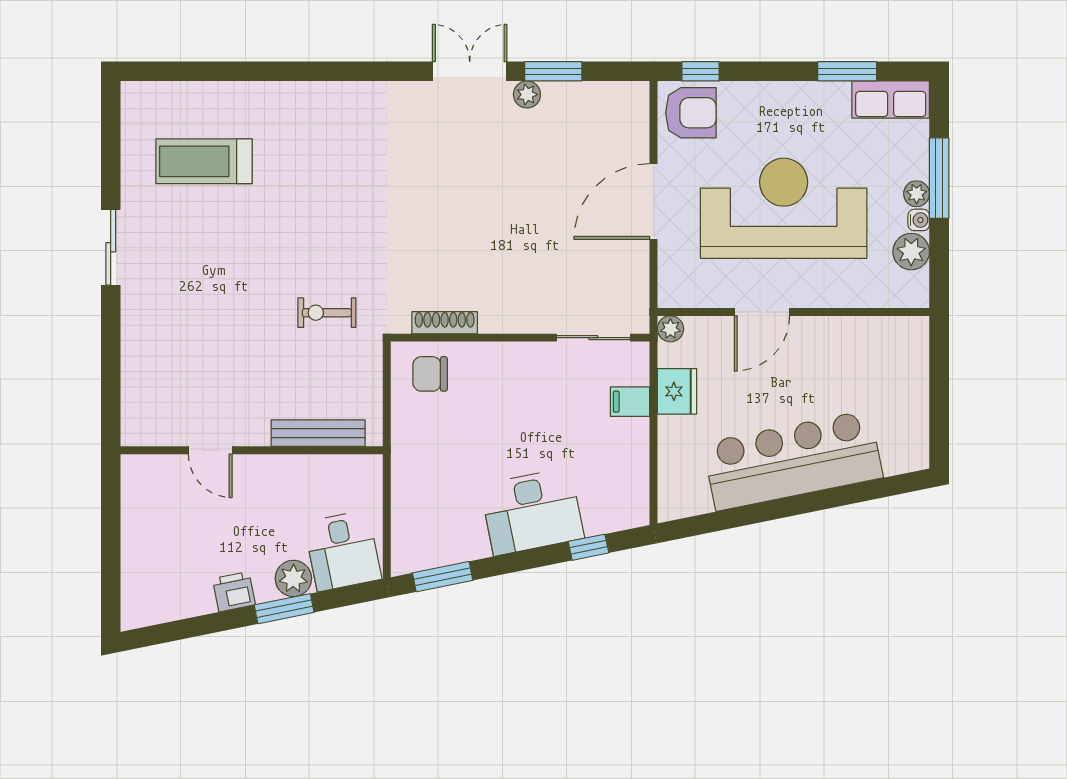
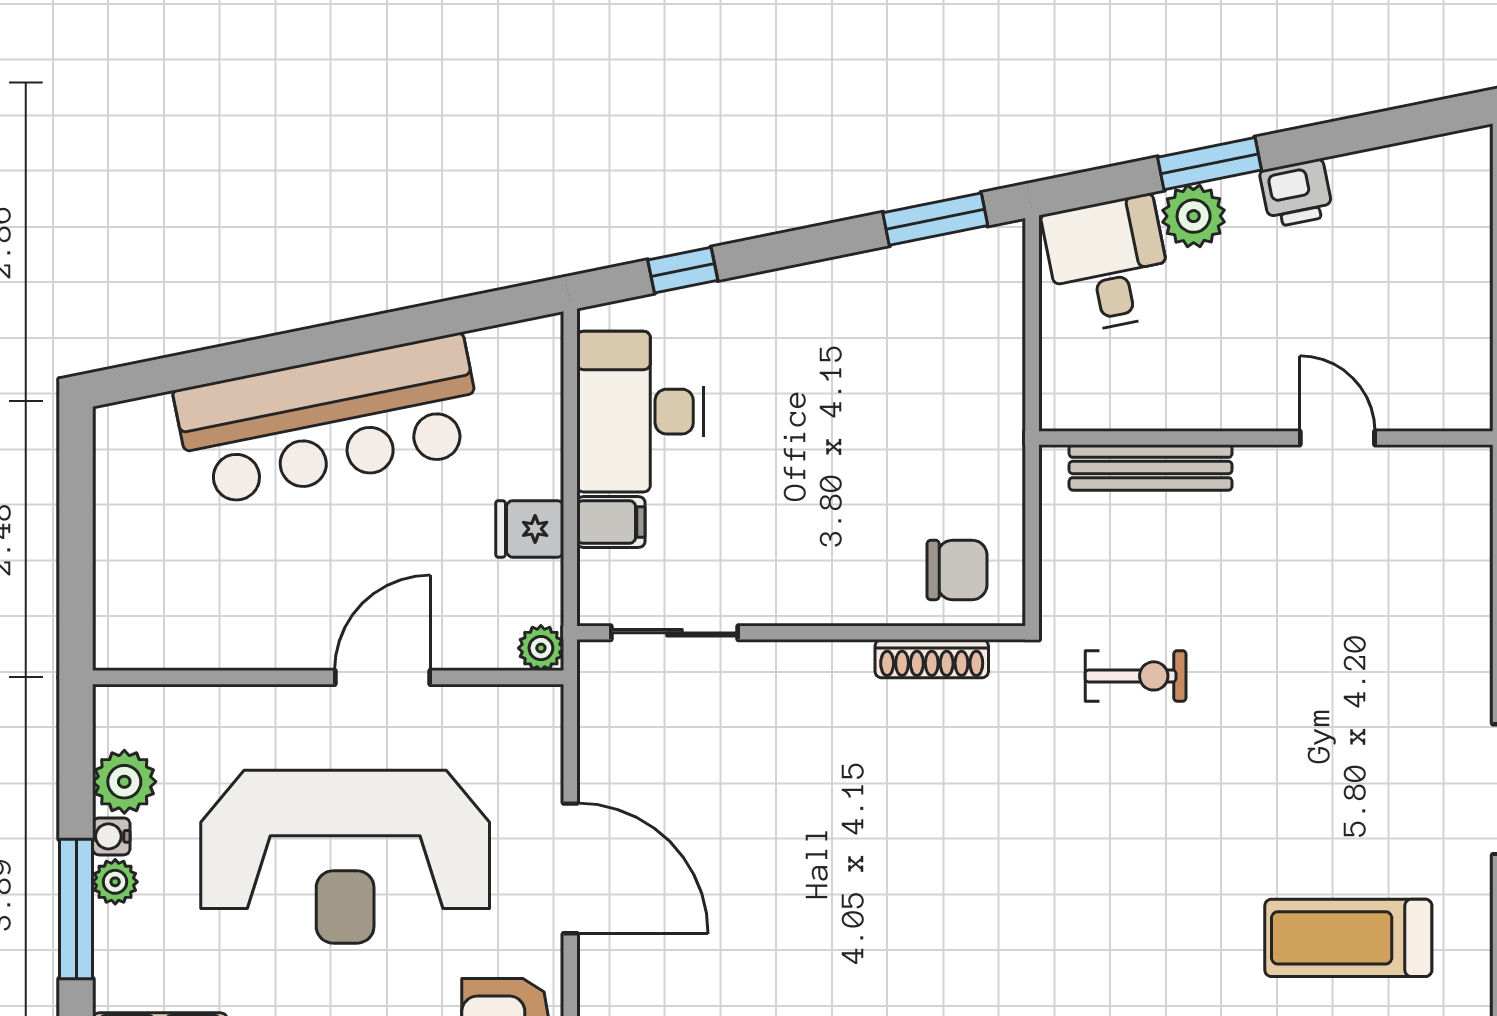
treadmill: (204, 161) -> (1348, 938), turned 180
door: (654, 201) -> (570, 868), hinge flipped
fridge: (677, 391) -> (530, 529), width x0.72
desk: (532, 512) -> (640, 412), moved, turned -79

